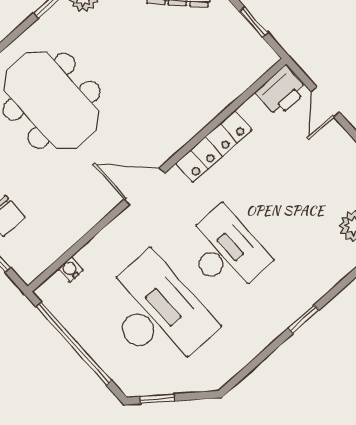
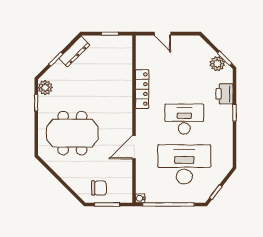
printer: (281, 91) -> (224, 94), moved, turned 180
door: (144, 186) -> (134, 147), moved
water cooler: (71, 269) -> (140, 198), moved

